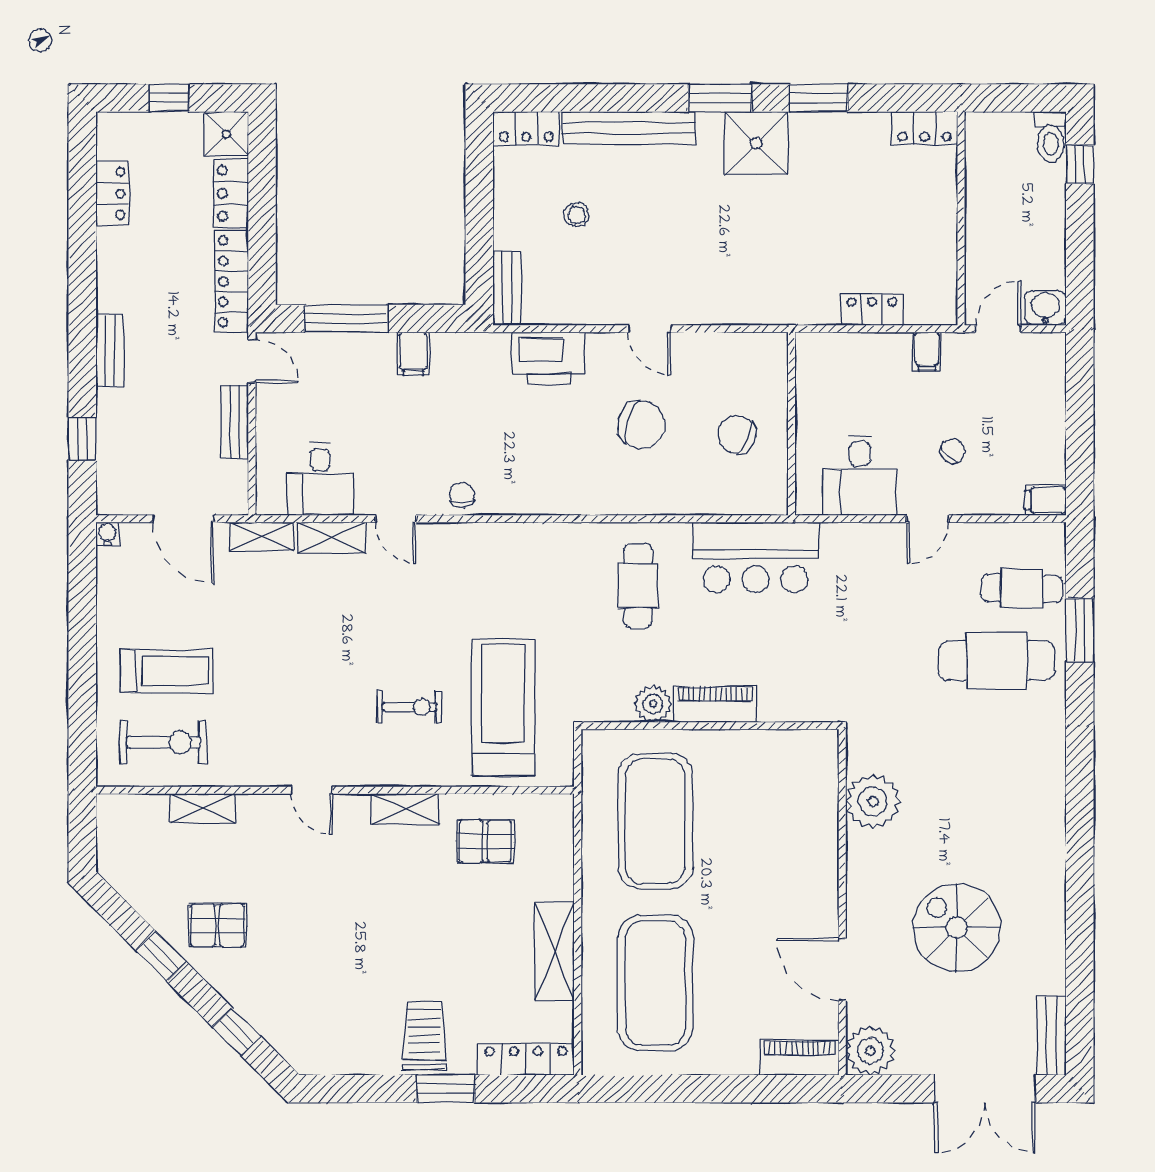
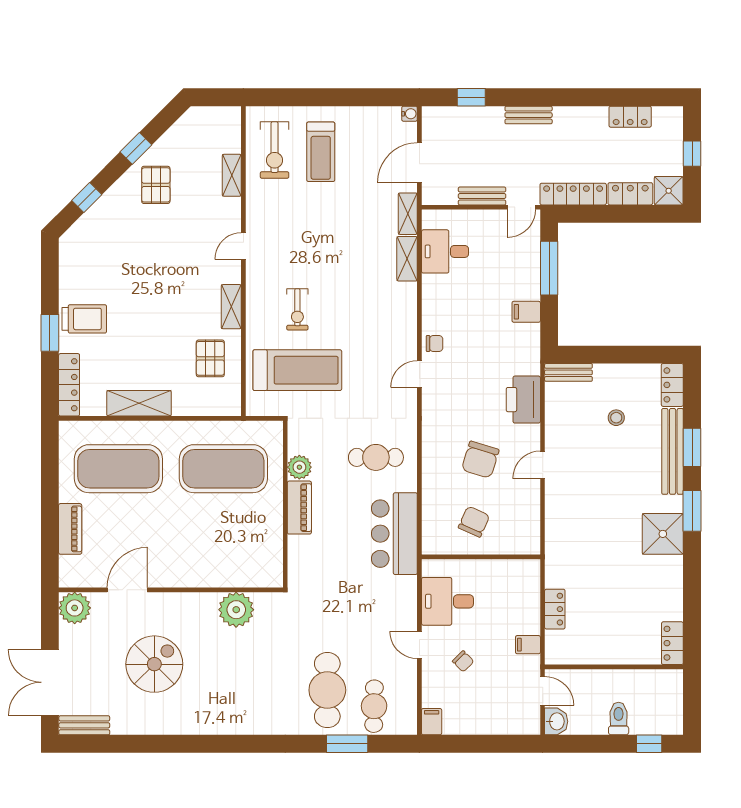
window: (819, 98) -> (692, 447), moved
toilet: (1051, 137) -> (619, 719), moved, turned 90
door: (396, 519) -> (419, 374), moved
piano: (800, 1058) -> (70, 529), moved

